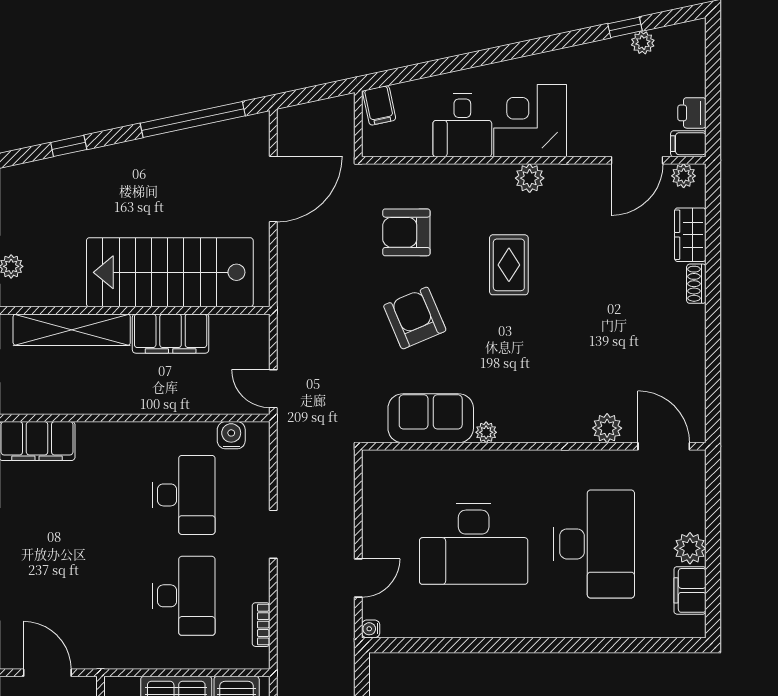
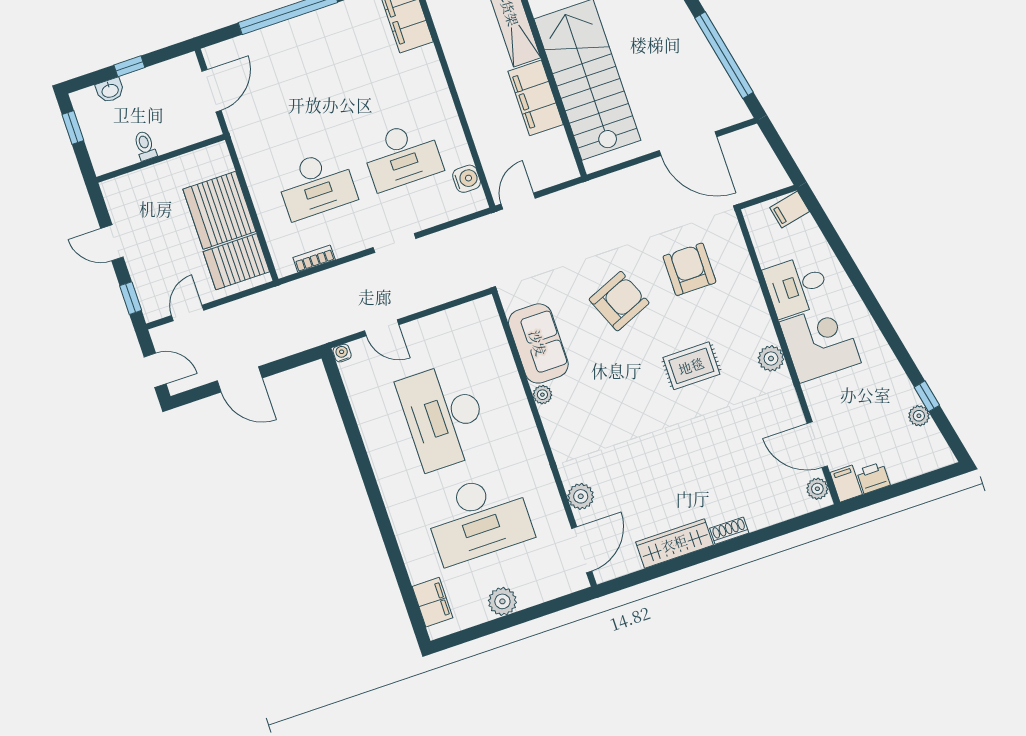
wardrobe: (690, 235) -> (674, 543), moved, width x1.50
filing cabinet: (690, 590) -> (433, 602), moved, turned 90

